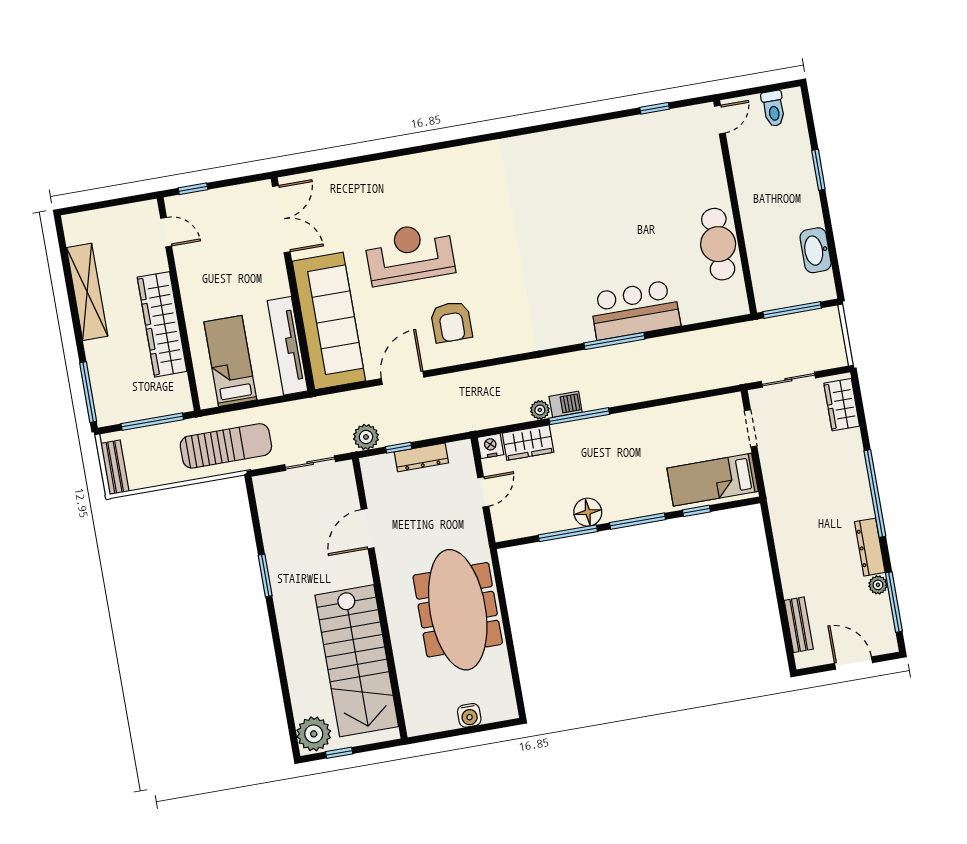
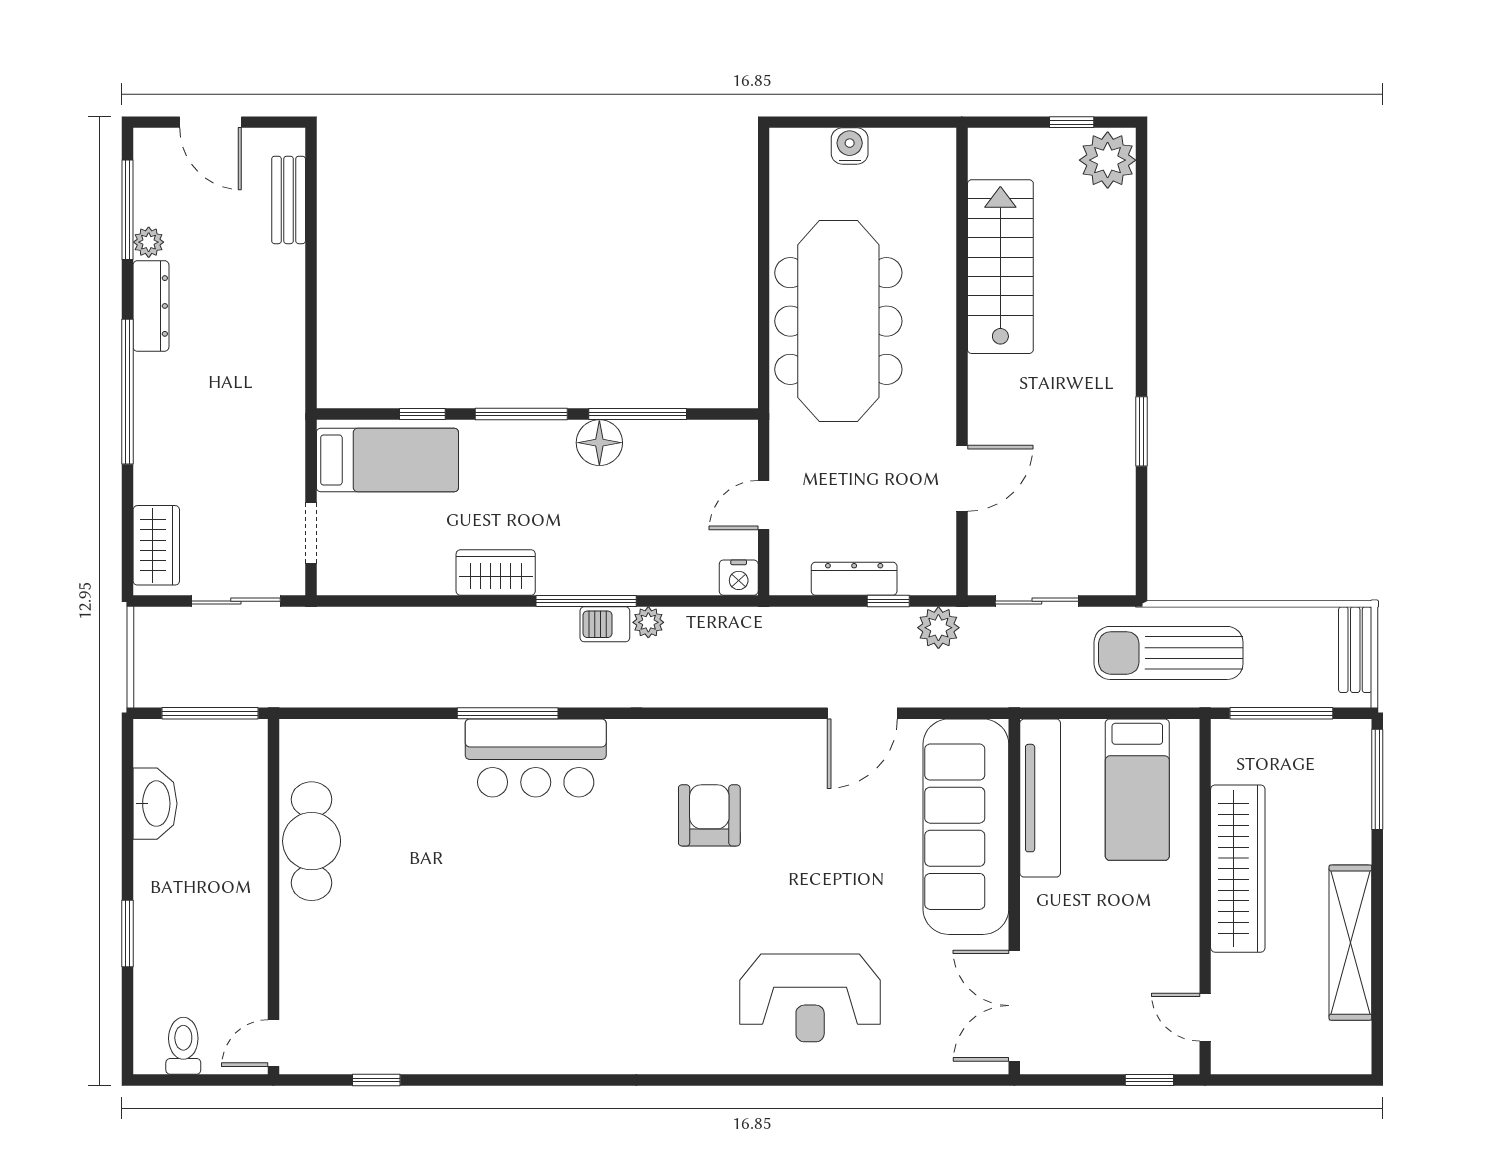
reception desk: (410, 254) -> (810, 998), moved
bar counter: (635, 310) -> (536, 758), moved
armchair: (451, 322) -> (709, 815), moved
wardrobe: (528, 443) -> (496, 573), moved
stairs: (357, 661) -> (1000, 267), width x0.73, depth x0.66

